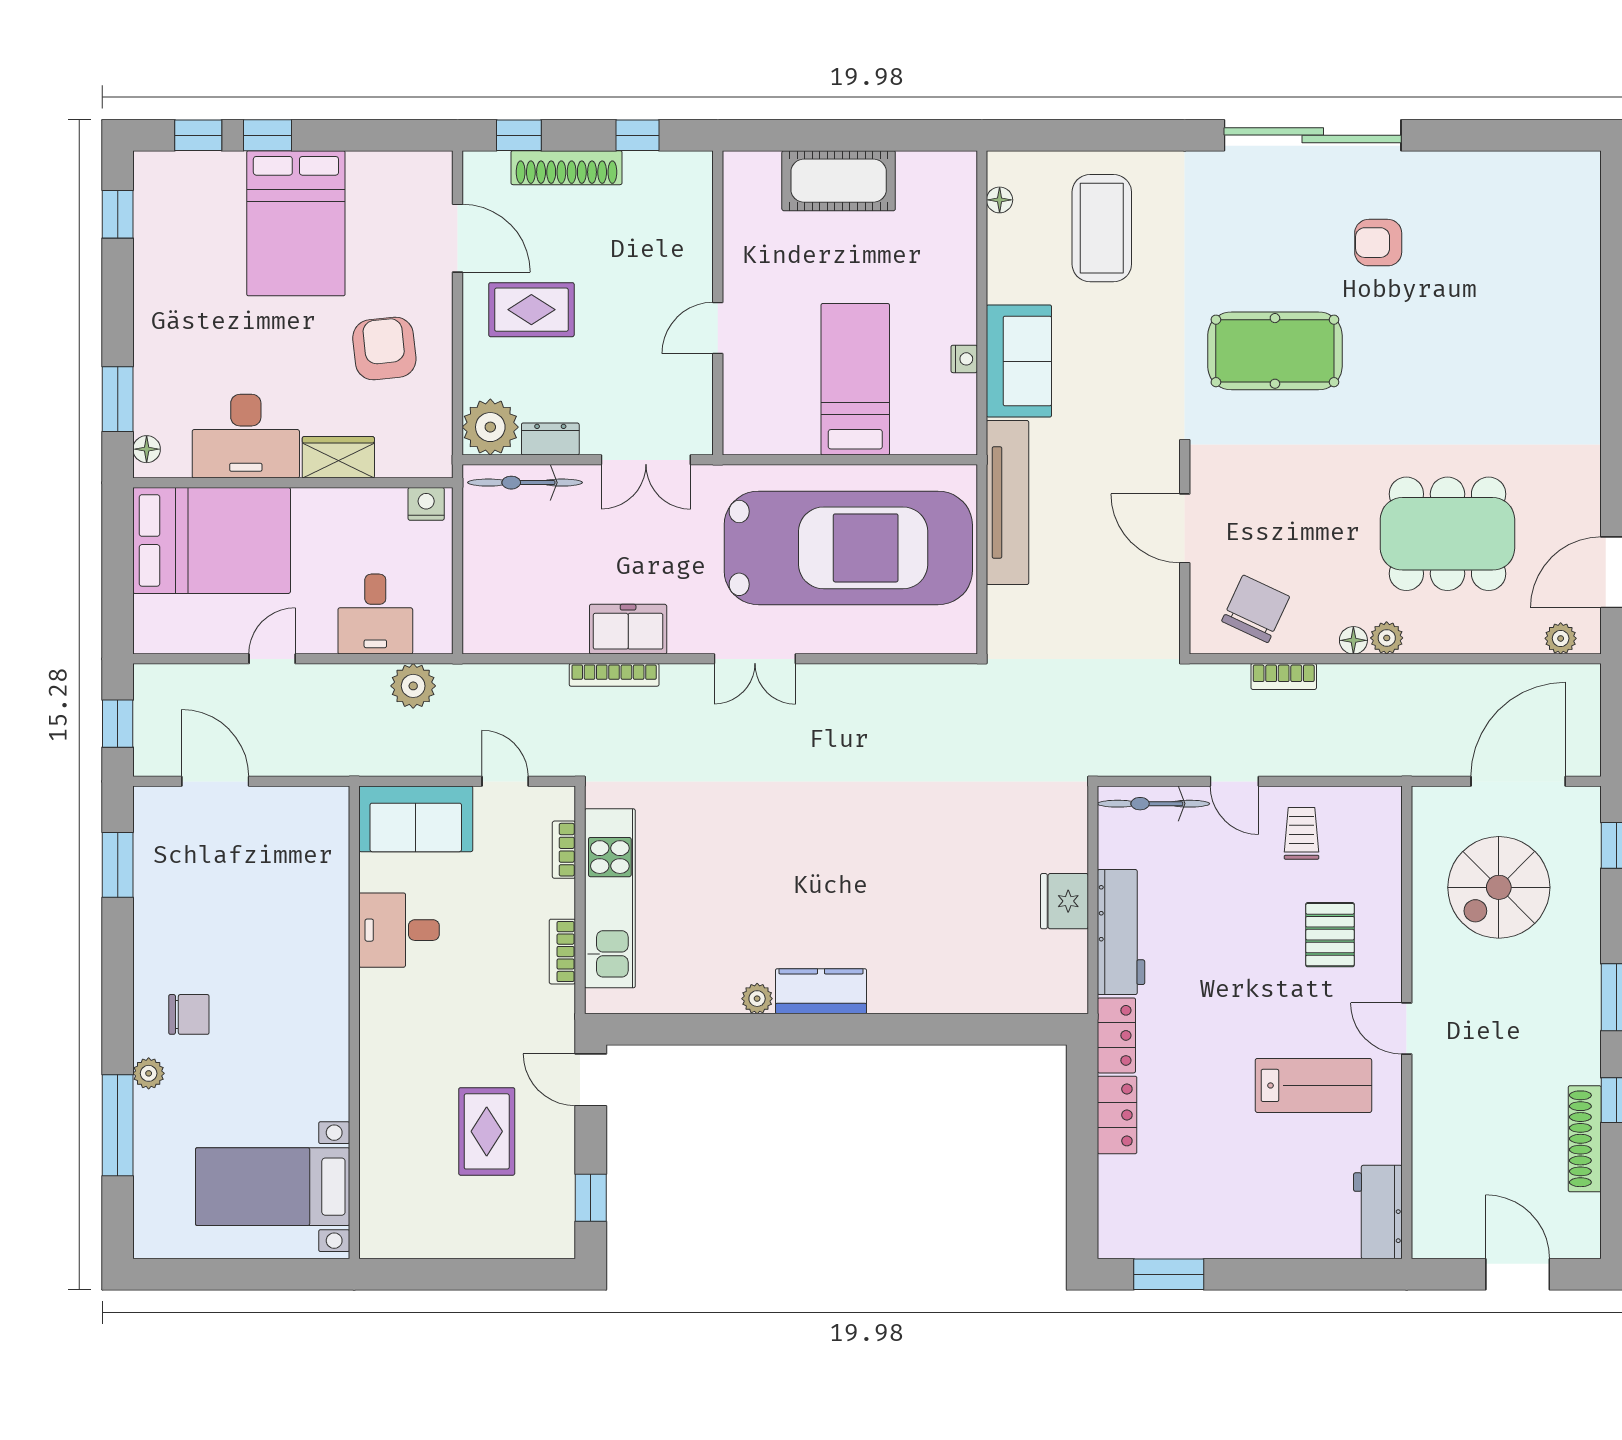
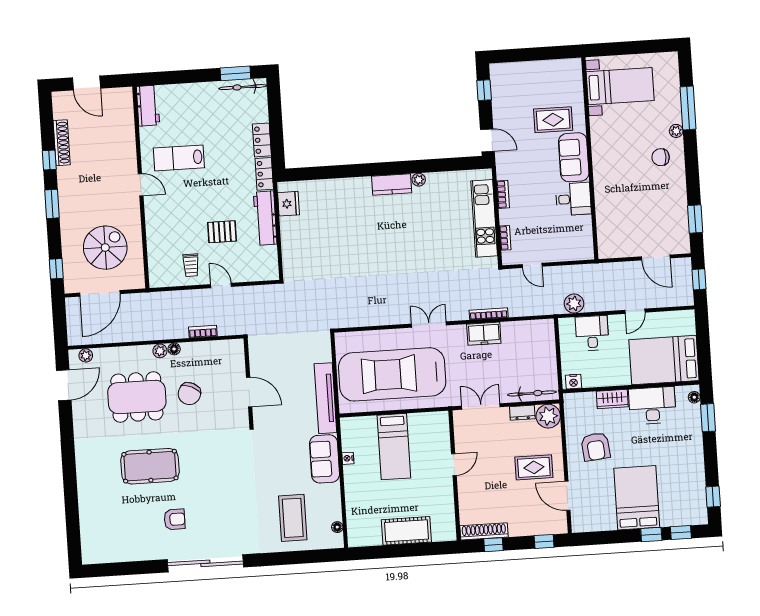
shoe rack: (567, 168) -> (484, 531), moved
pool table: (1275, 351) -> (150, 466), moved
chair: (1256, 609) -> (189, 394), moved
bicycle: (1154, 804) -> (243, 87), moved, turned 180
sofa: (416, 819) -> (574, 157), moved, turned -90
fridge: (1064, 901) -> (289, 204), moved
pallet: (1330, 935) -> (222, 232), moved, turned 90
rug: (487, 1131) -> (553, 120), moved, turned 90

